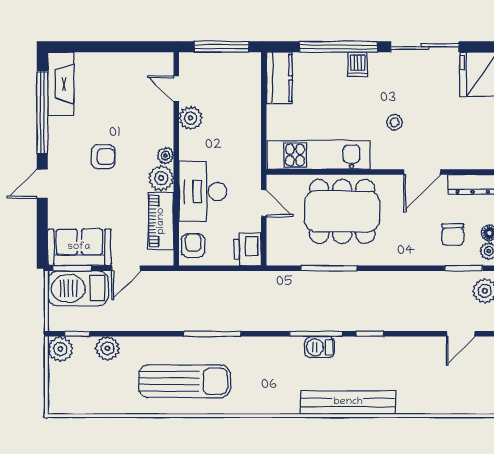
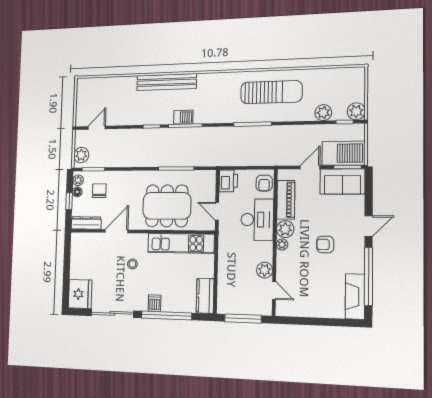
sun lounger: (185, 381) -> (271, 92), turned 180

